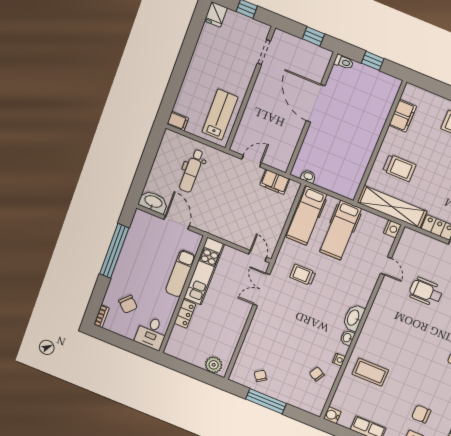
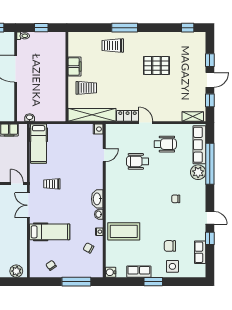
filing cabinet: (403, 116) -> (75, 67), moved
hospital bed: (341, 230) -> (50, 232), moved, turned -90
door: (386, 266) -> (104, 155), hinge flipped
coffee table: (370, 372) -> (124, 231), width x1.36, depth x1.32
window: (266, 401) -> (76, 282), moved

